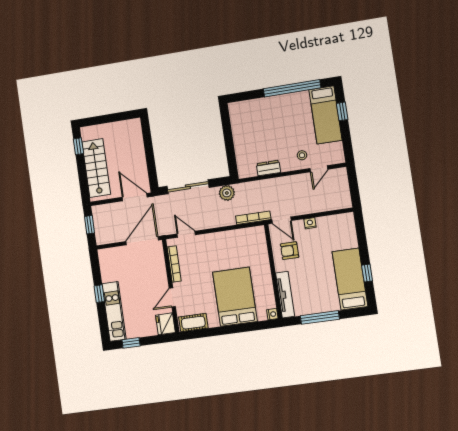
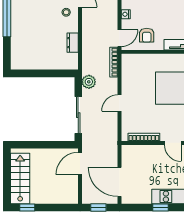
stairs: (96, 168) -> (20, 178), moved, turned 90
door: (186, 234) -> (119, 103), moved
door: (142, 241) -> (119, 182), moved

